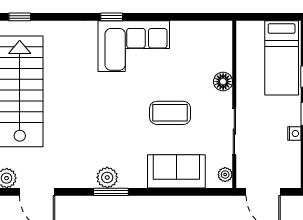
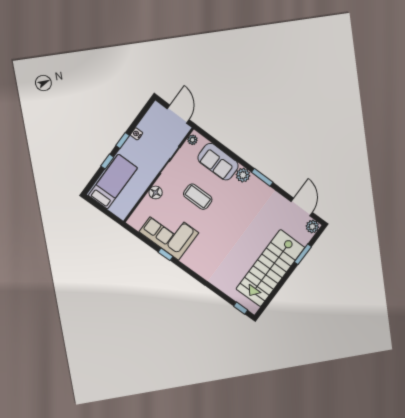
window: (112, 17) -> (166, 254), moved
corner sofa: (134, 46) -> (169, 232), moved
plant: (107, 177) -> (243, 175), moved

